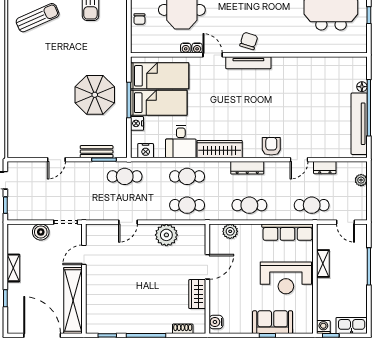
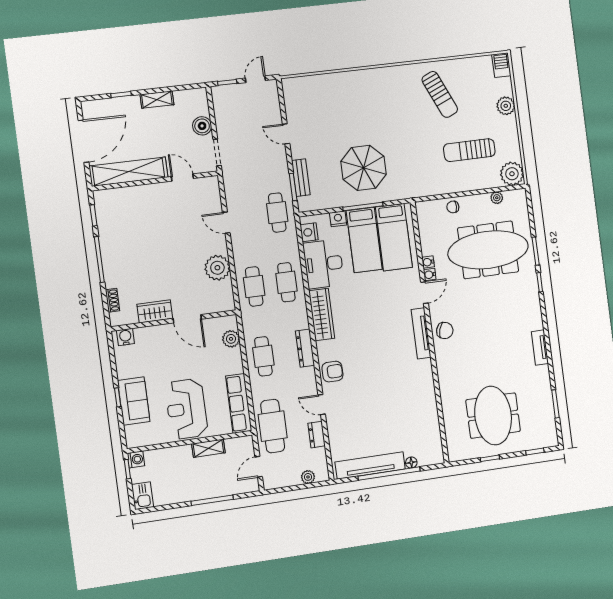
desk: (181, 142) -> (324, 264), width x1.37
cafe table: (312, 205) -> (273, 426), width x1.37, depth x1.35
kitchen sink: (352, 326) -> (142, 496), width x0.73

